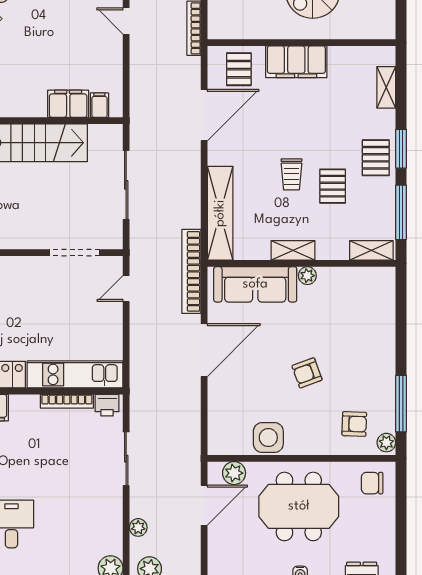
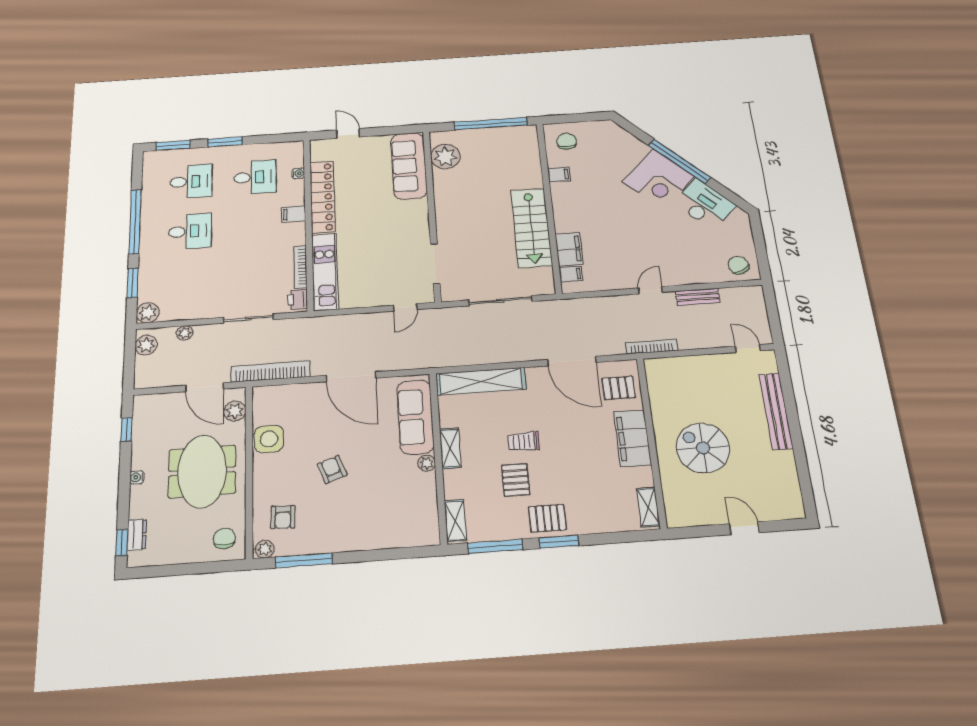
shelving: (386, 87) -> (648, 507), moved, turned 90
pallet: (333, 186) -> (516, 480), turned 90
bookcase: (191, 271) -> (271, 371), moved
door: (126, 288) -> (405, 307), swing flipped

